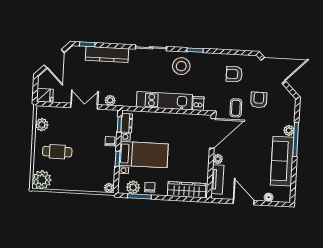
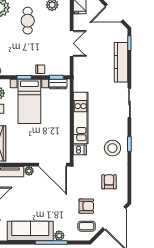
stool: (181, 66) -> (112, 148), moved
plant: (110, 100) -> (78, 67), removed
coffee table: (236, 108) -> (87, 226), moved

